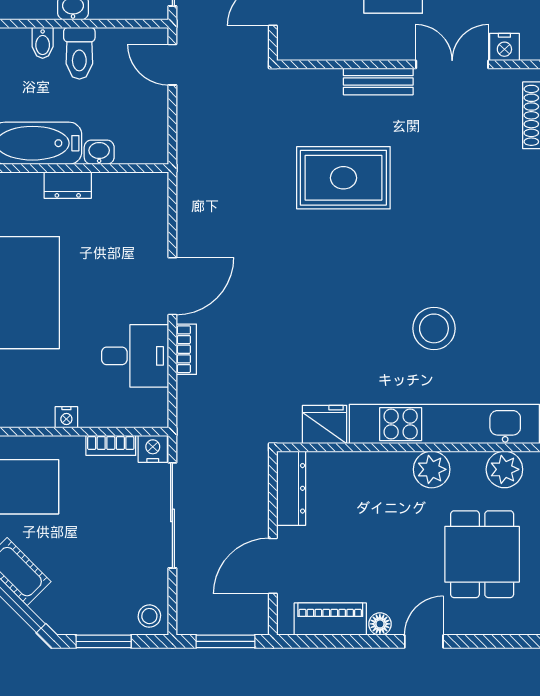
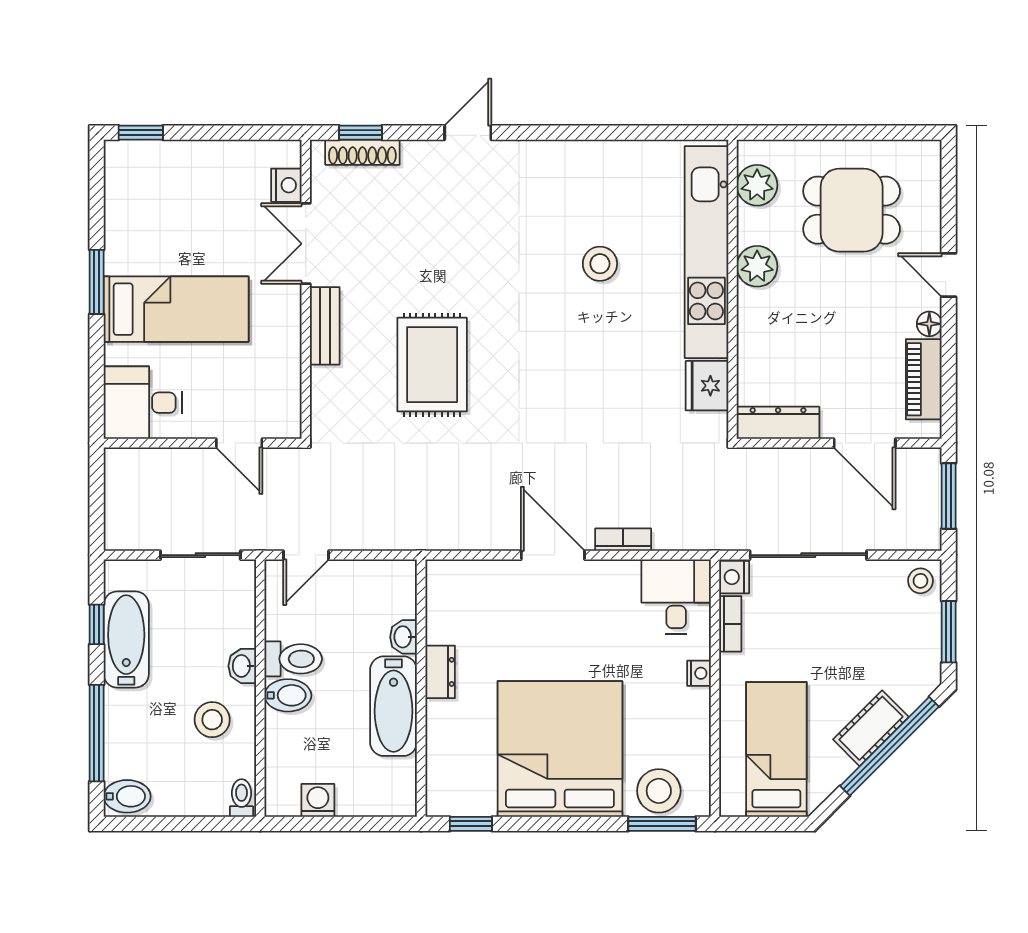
bidet: (43, 43) -> (288, 695), width x1.38, depth x1.36
stool: (434, 328) -> (600, 264), width x0.73, depth x0.73
desk: (135, 356) -> (676, 597), moved

